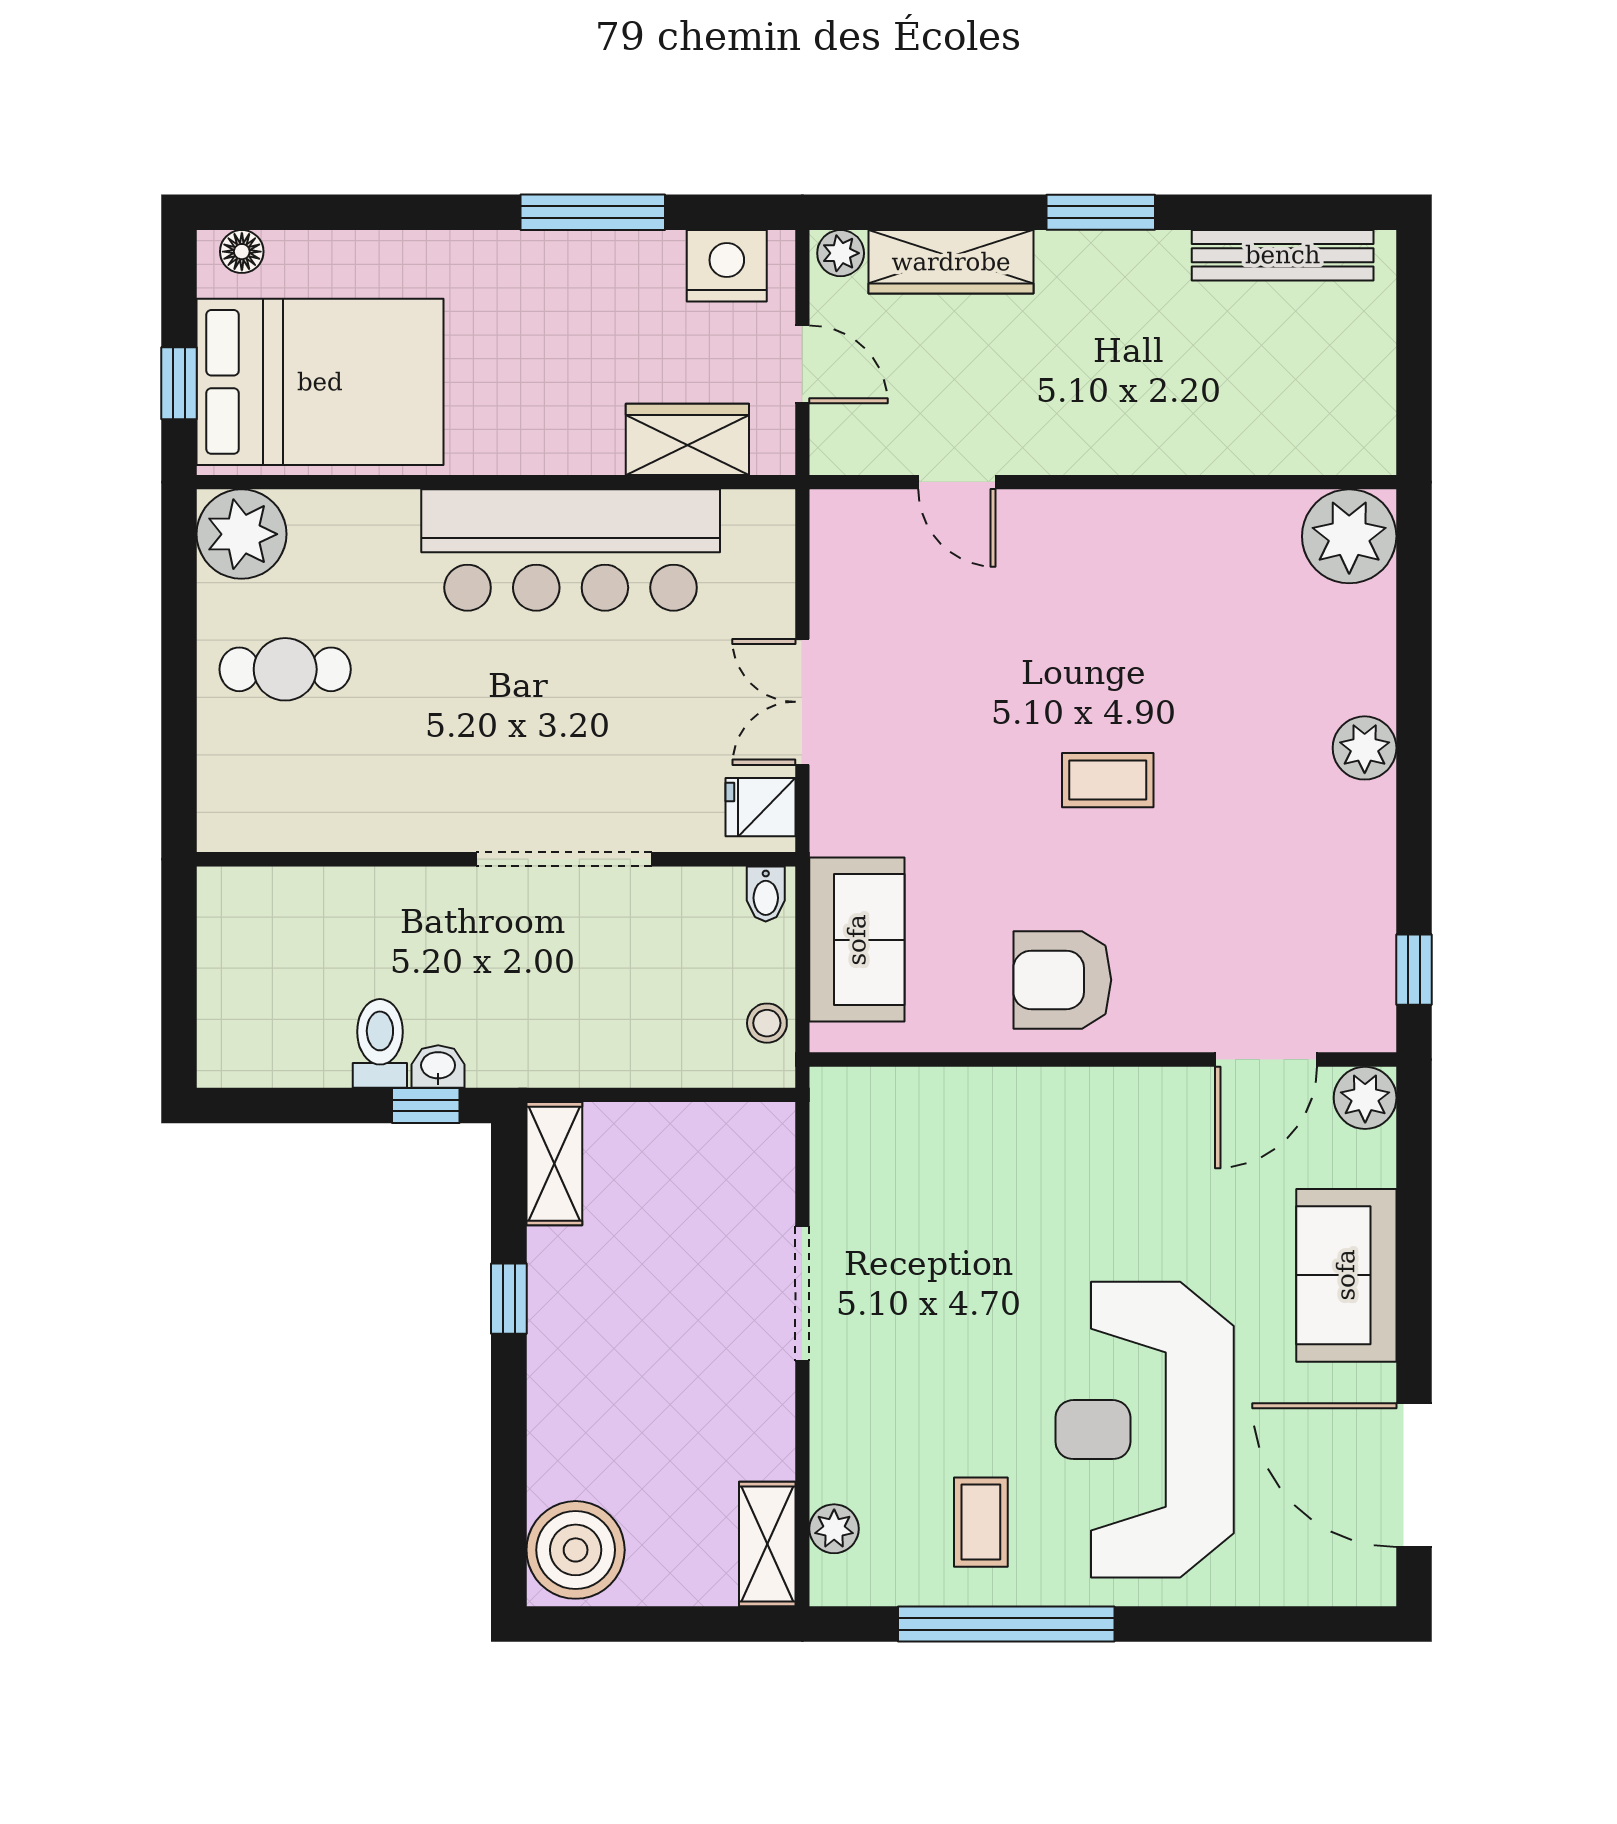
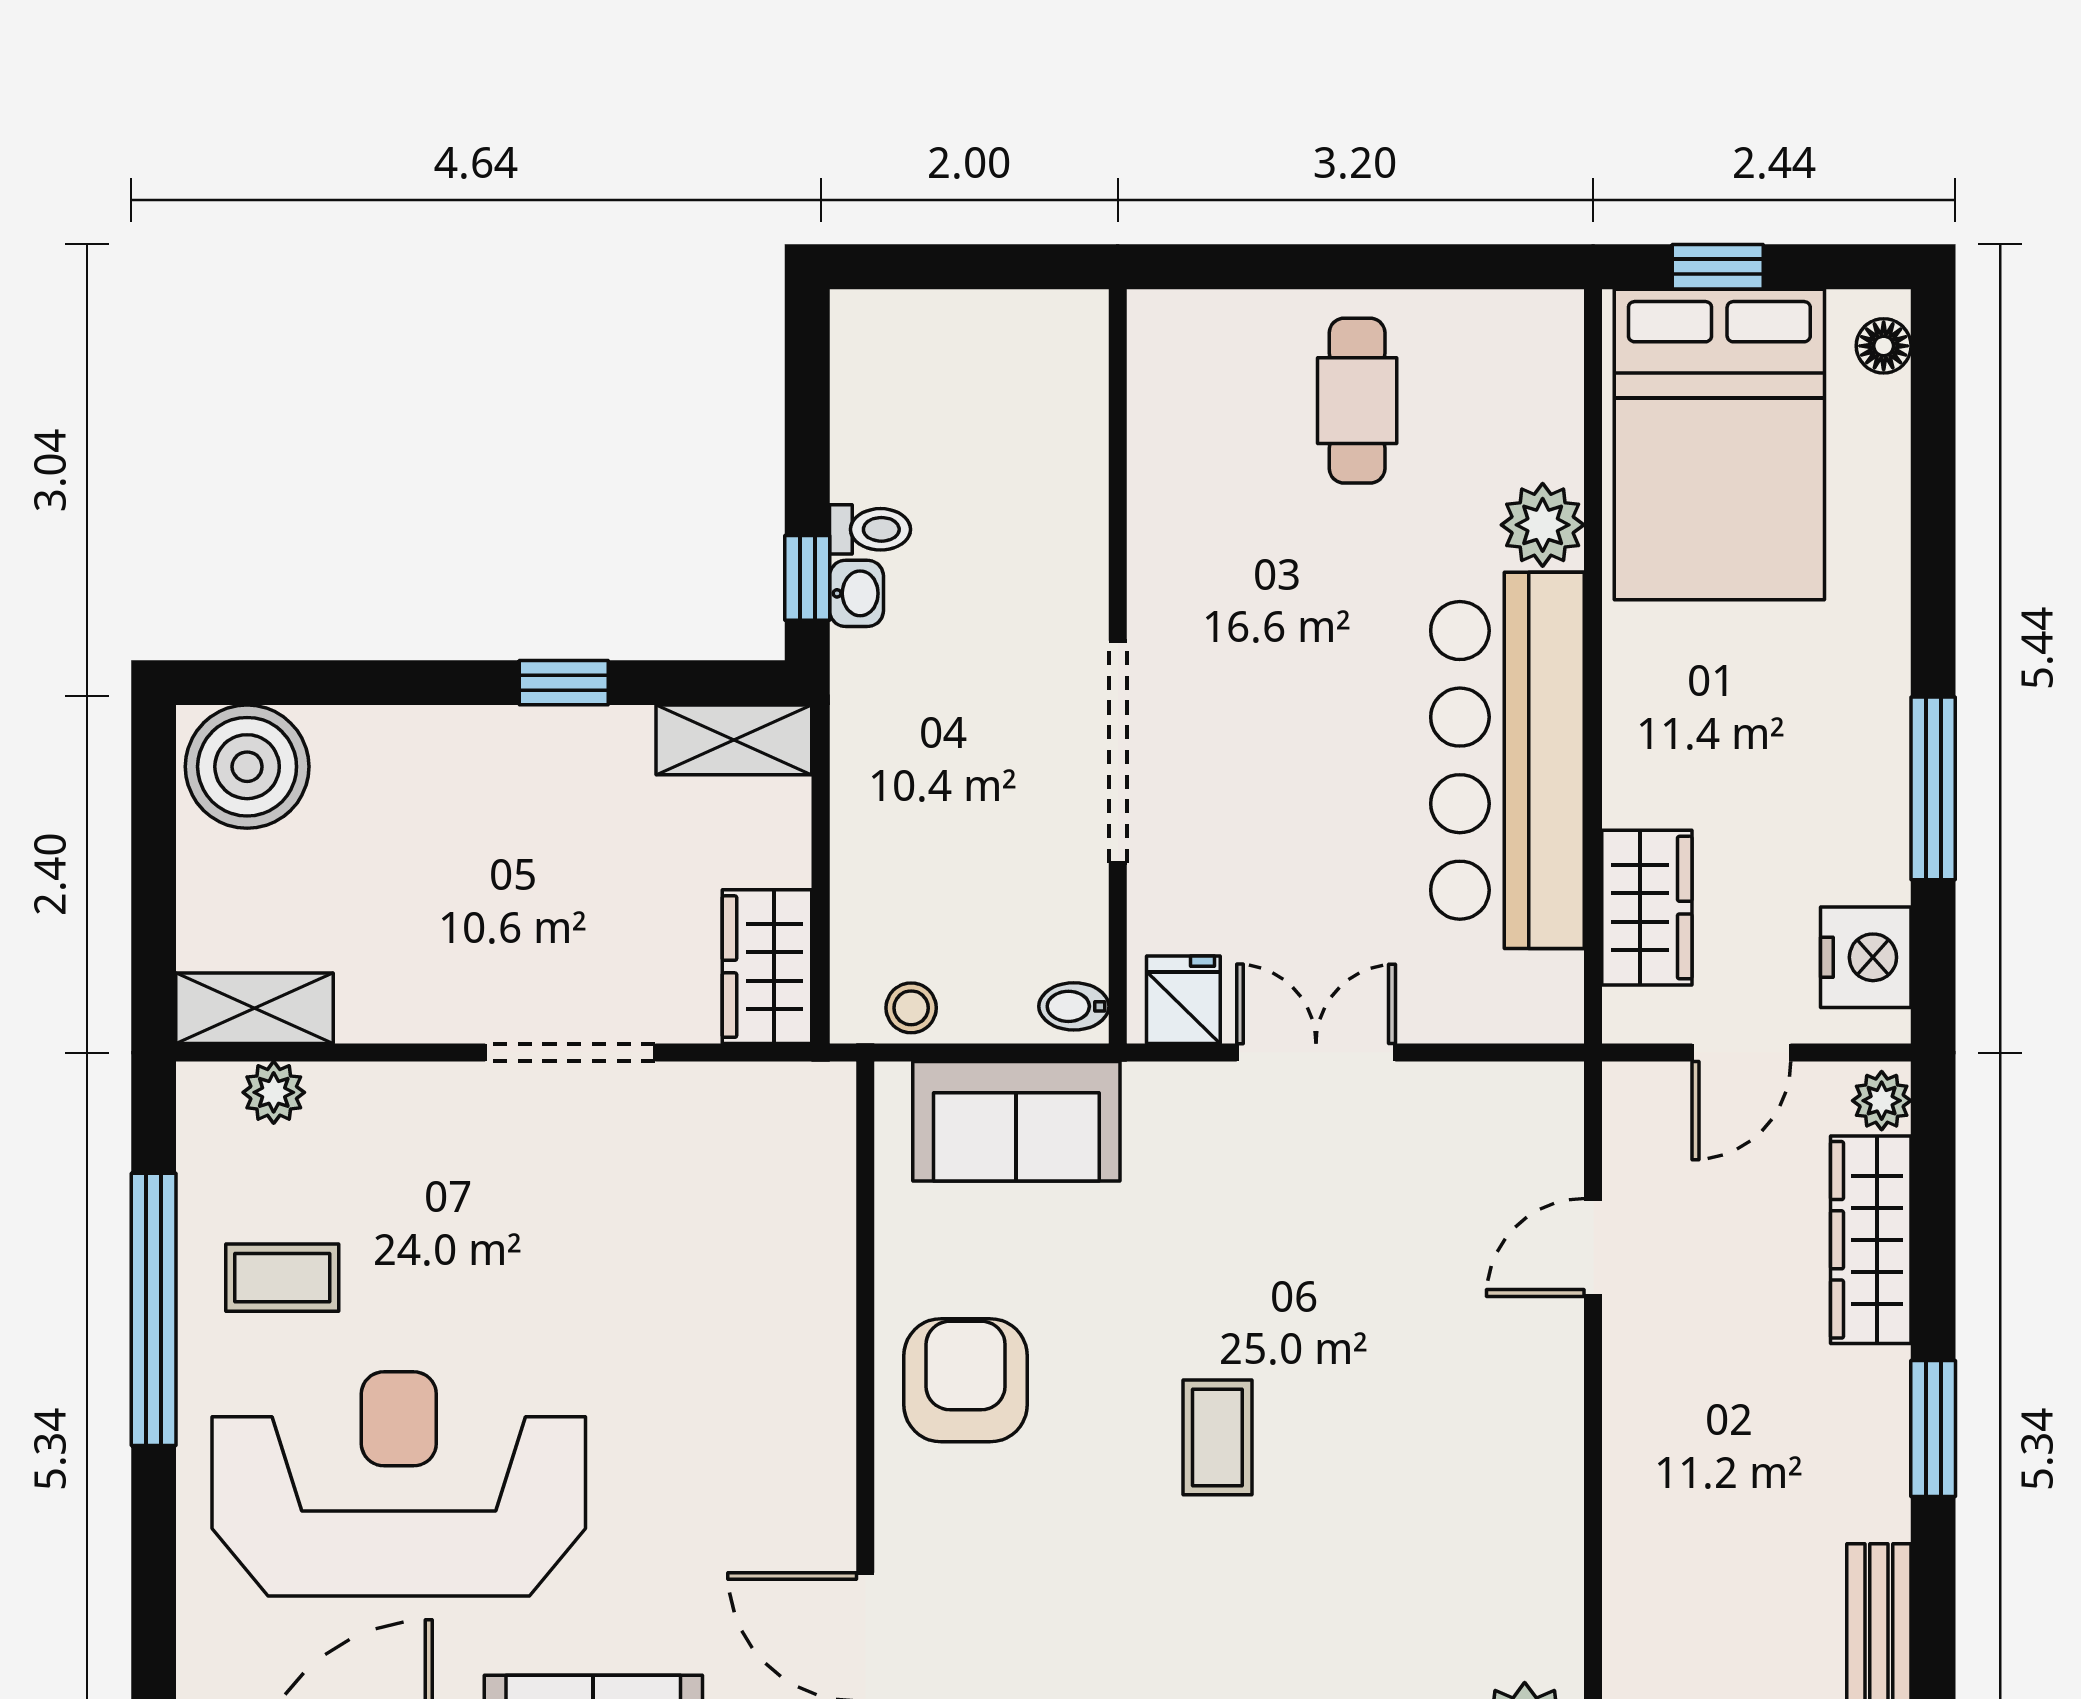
plant: (241, 534) -> (1543, 525), moved, width x0.73, depth x0.73
toilet: (380, 1043) -> (870, 529), width x0.73, depth x0.72
wardrobe: (734, 1137) -> (767, 967), added

